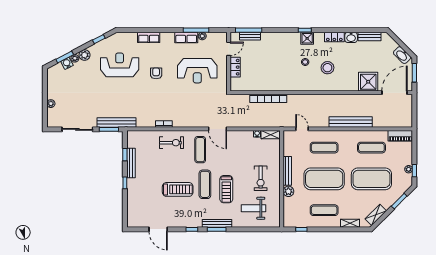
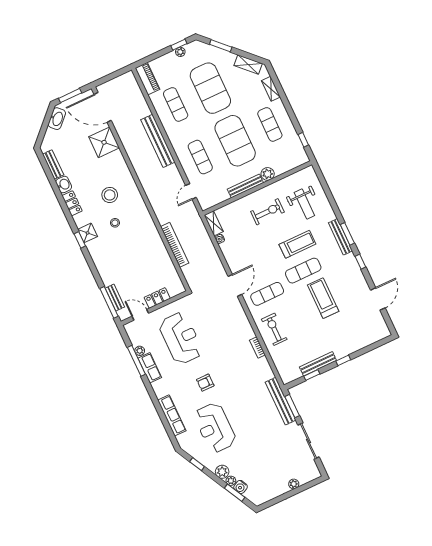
row of seats: (149, 37) -> (172, 415), width x1.48

